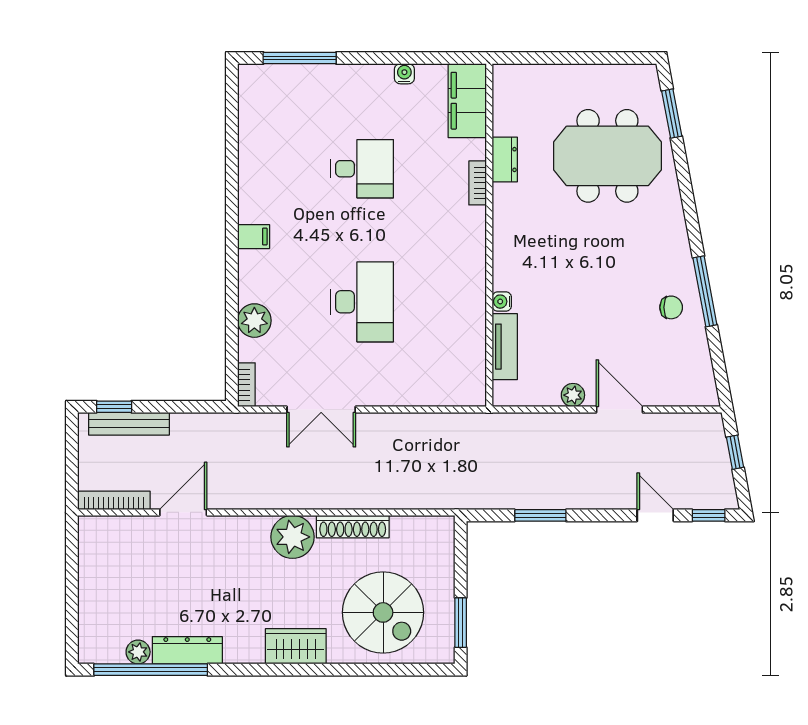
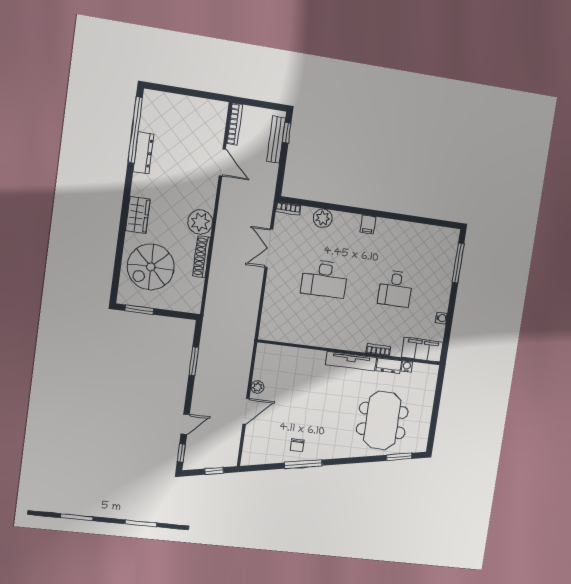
water cooler: (502, 302) -> (407, 366), moved
tv unit: (505, 347) -> (351, 361), moved, width x1.41
plant: (138, 652) -> (146, 124), removed

